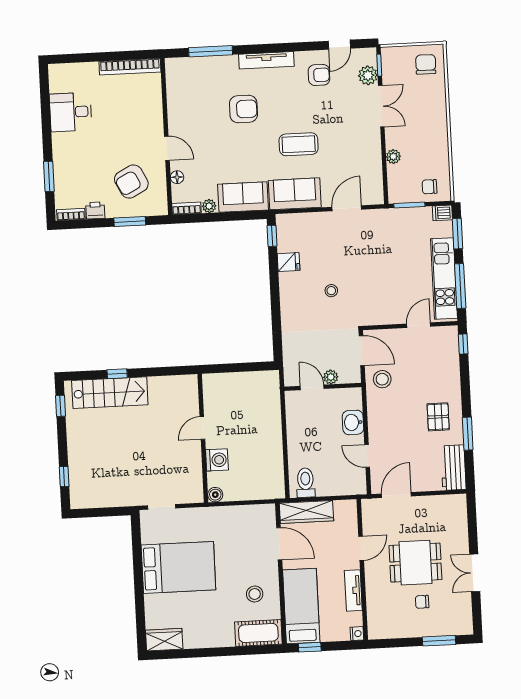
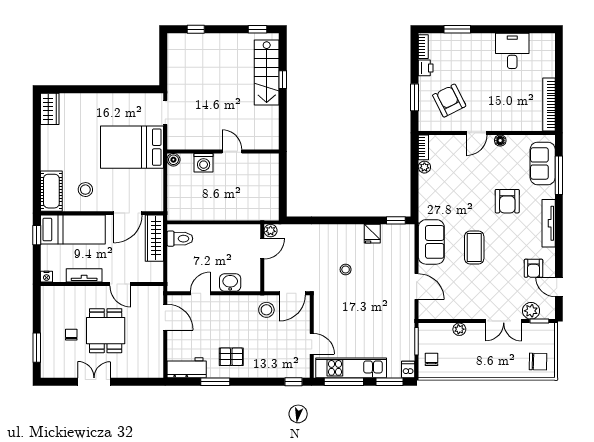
floor lamp: (177, 177) -> (500, 140), moved
sofa: (243, 197) -> (543, 163), moved, turned 180
plant: (331, 377) -> (271, 231), moved
bed: (178, 567) -> (132, 147), moved, turned 90

